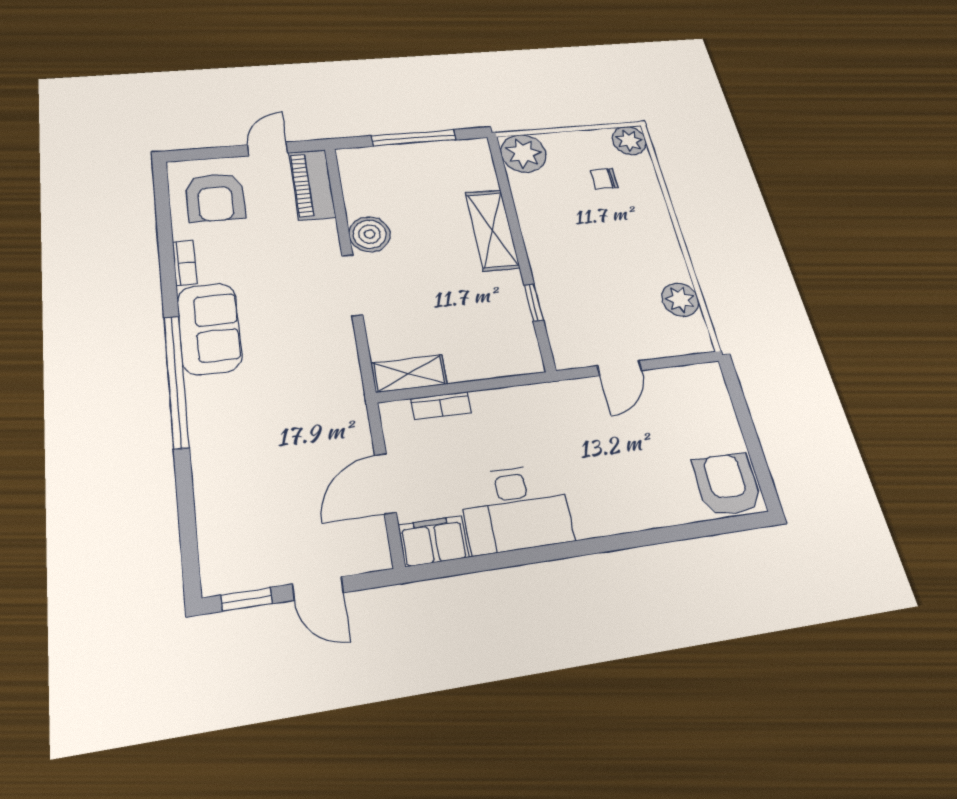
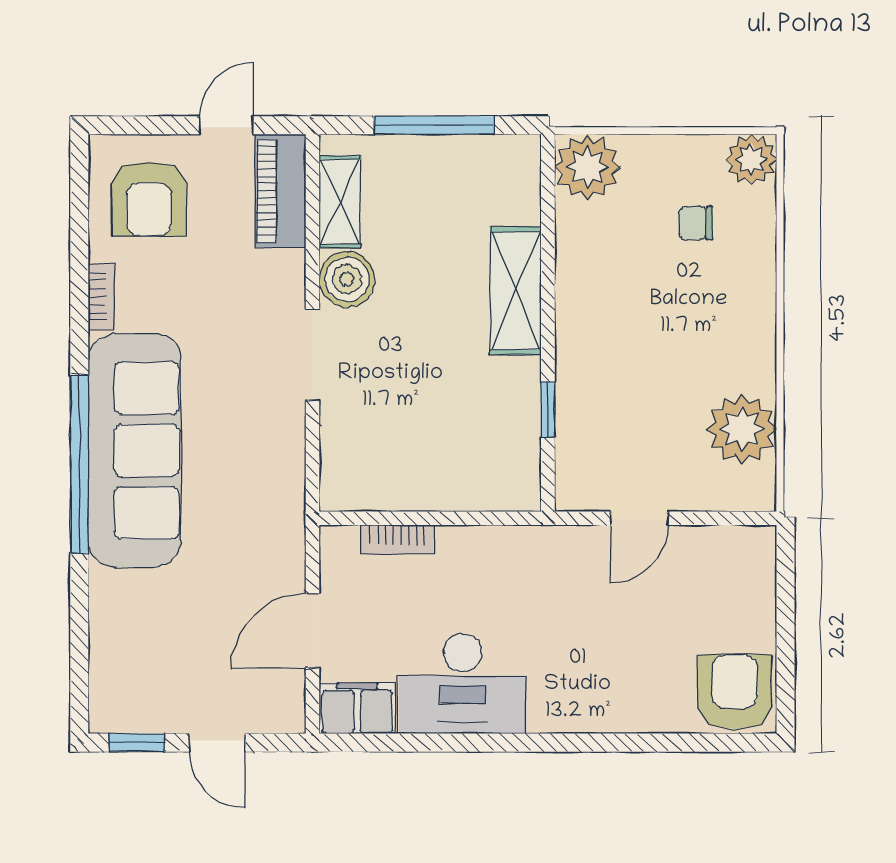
plant: (680, 300) -> (742, 429), width x1.36, depth x1.36
sofa: (209, 328) -> (135, 450), width x1.85, depth x1.27
shelving: (409, 374) -> (340, 202), moved, turned 90

